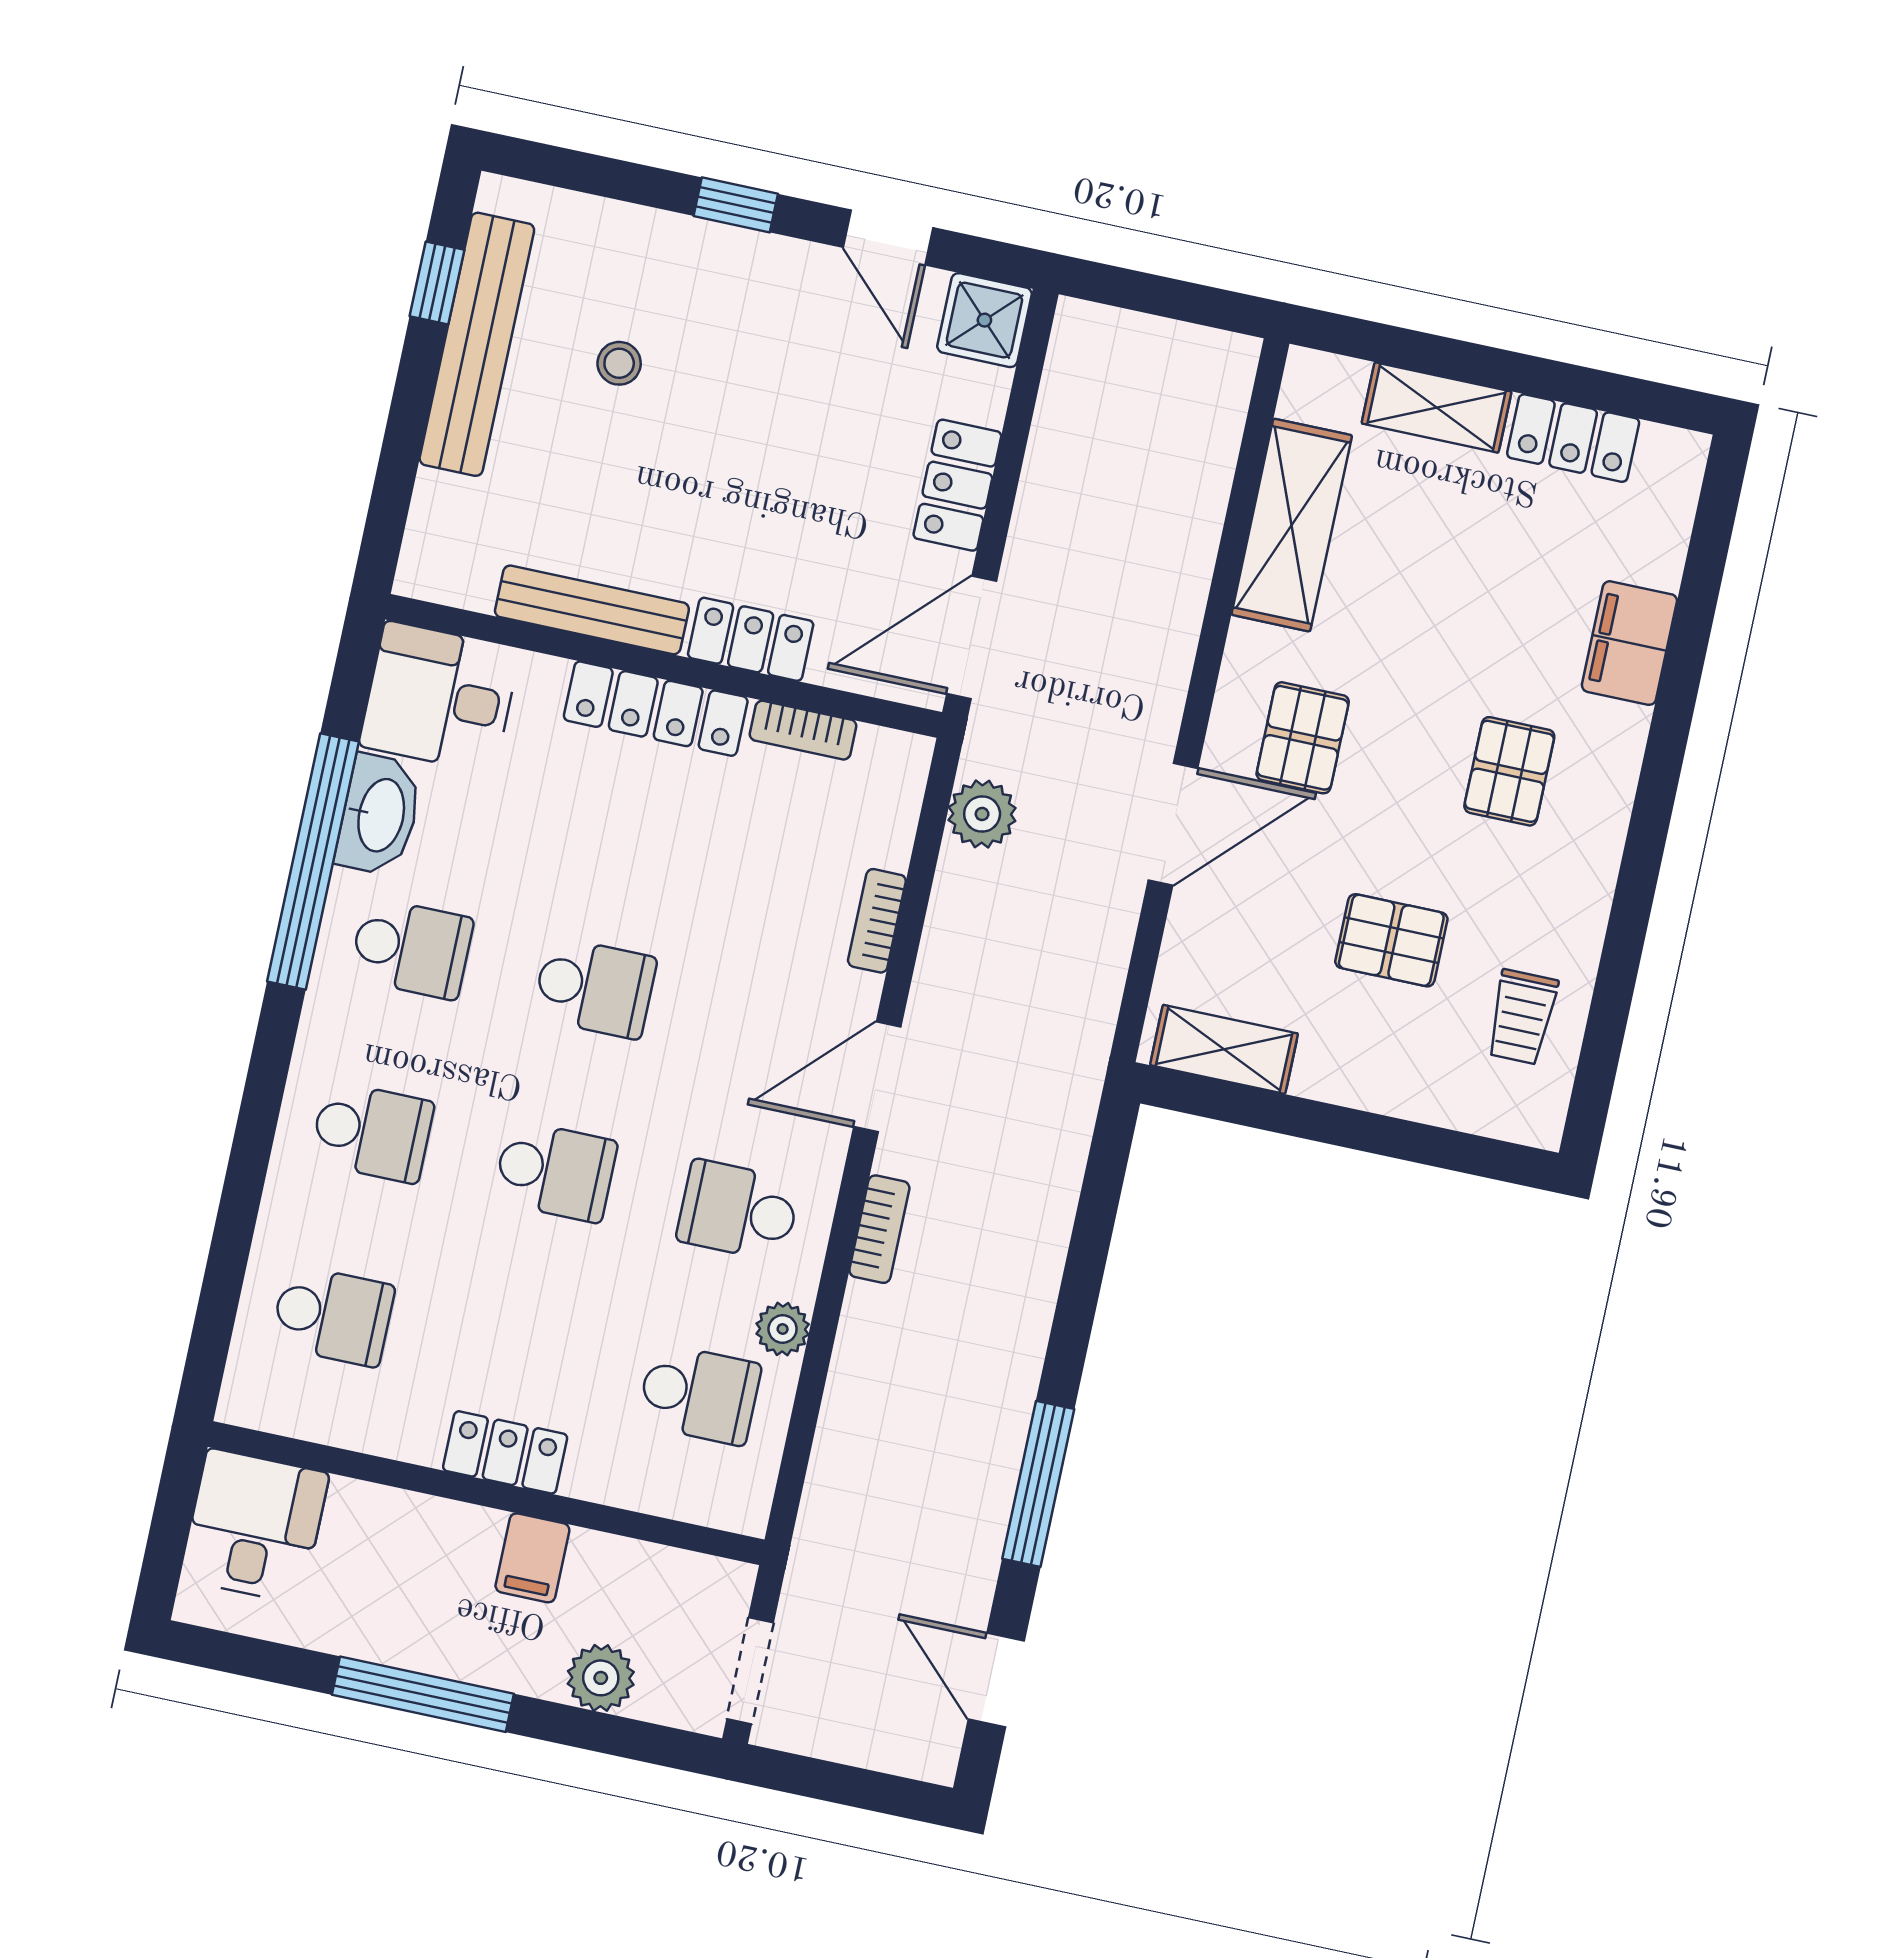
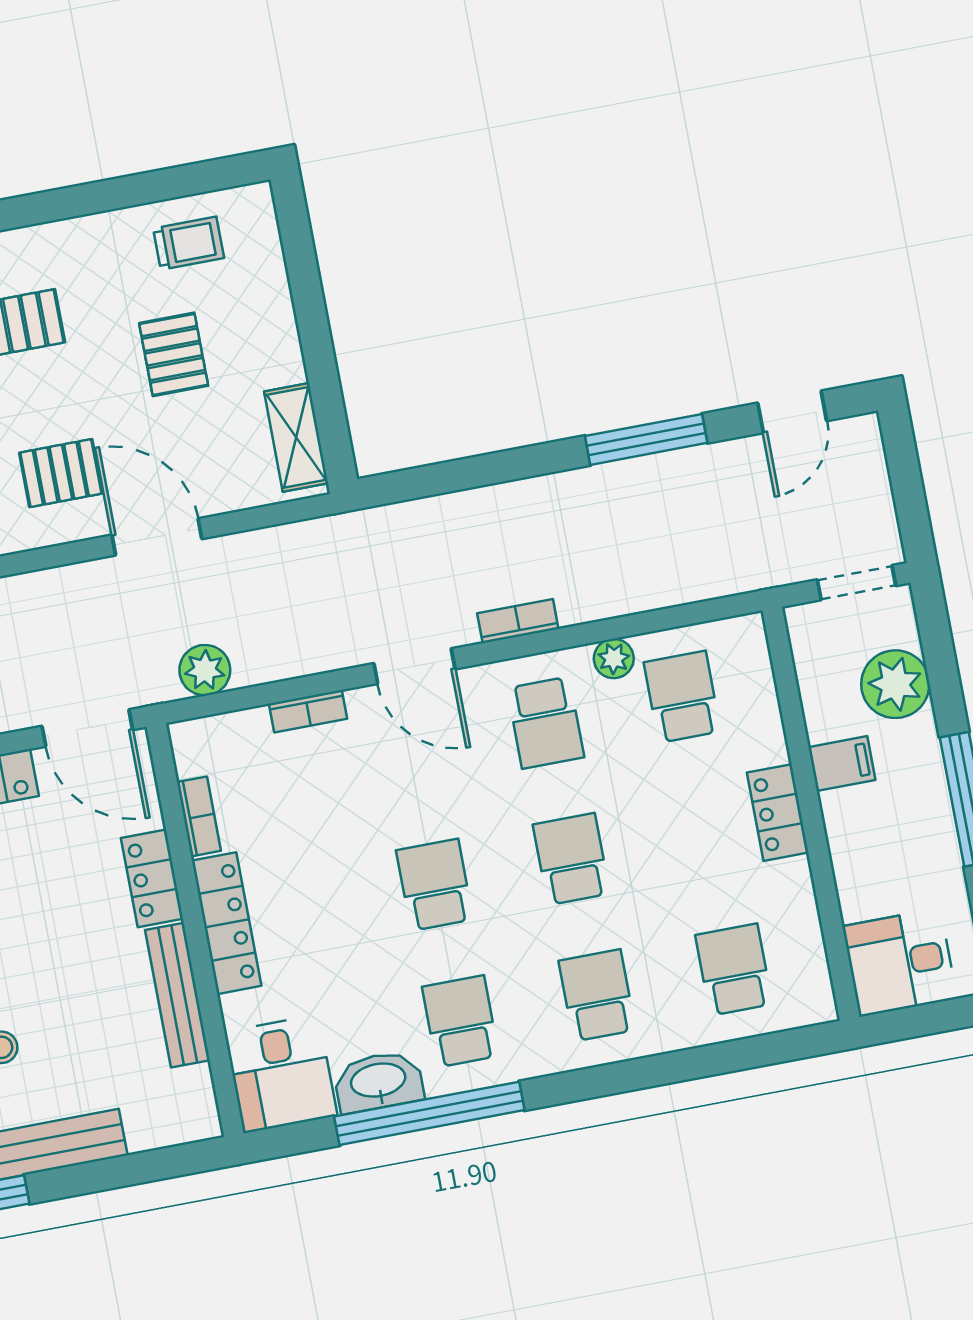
plant: (601, 1678) -> (895, 684), width x1.36, depth x1.36

